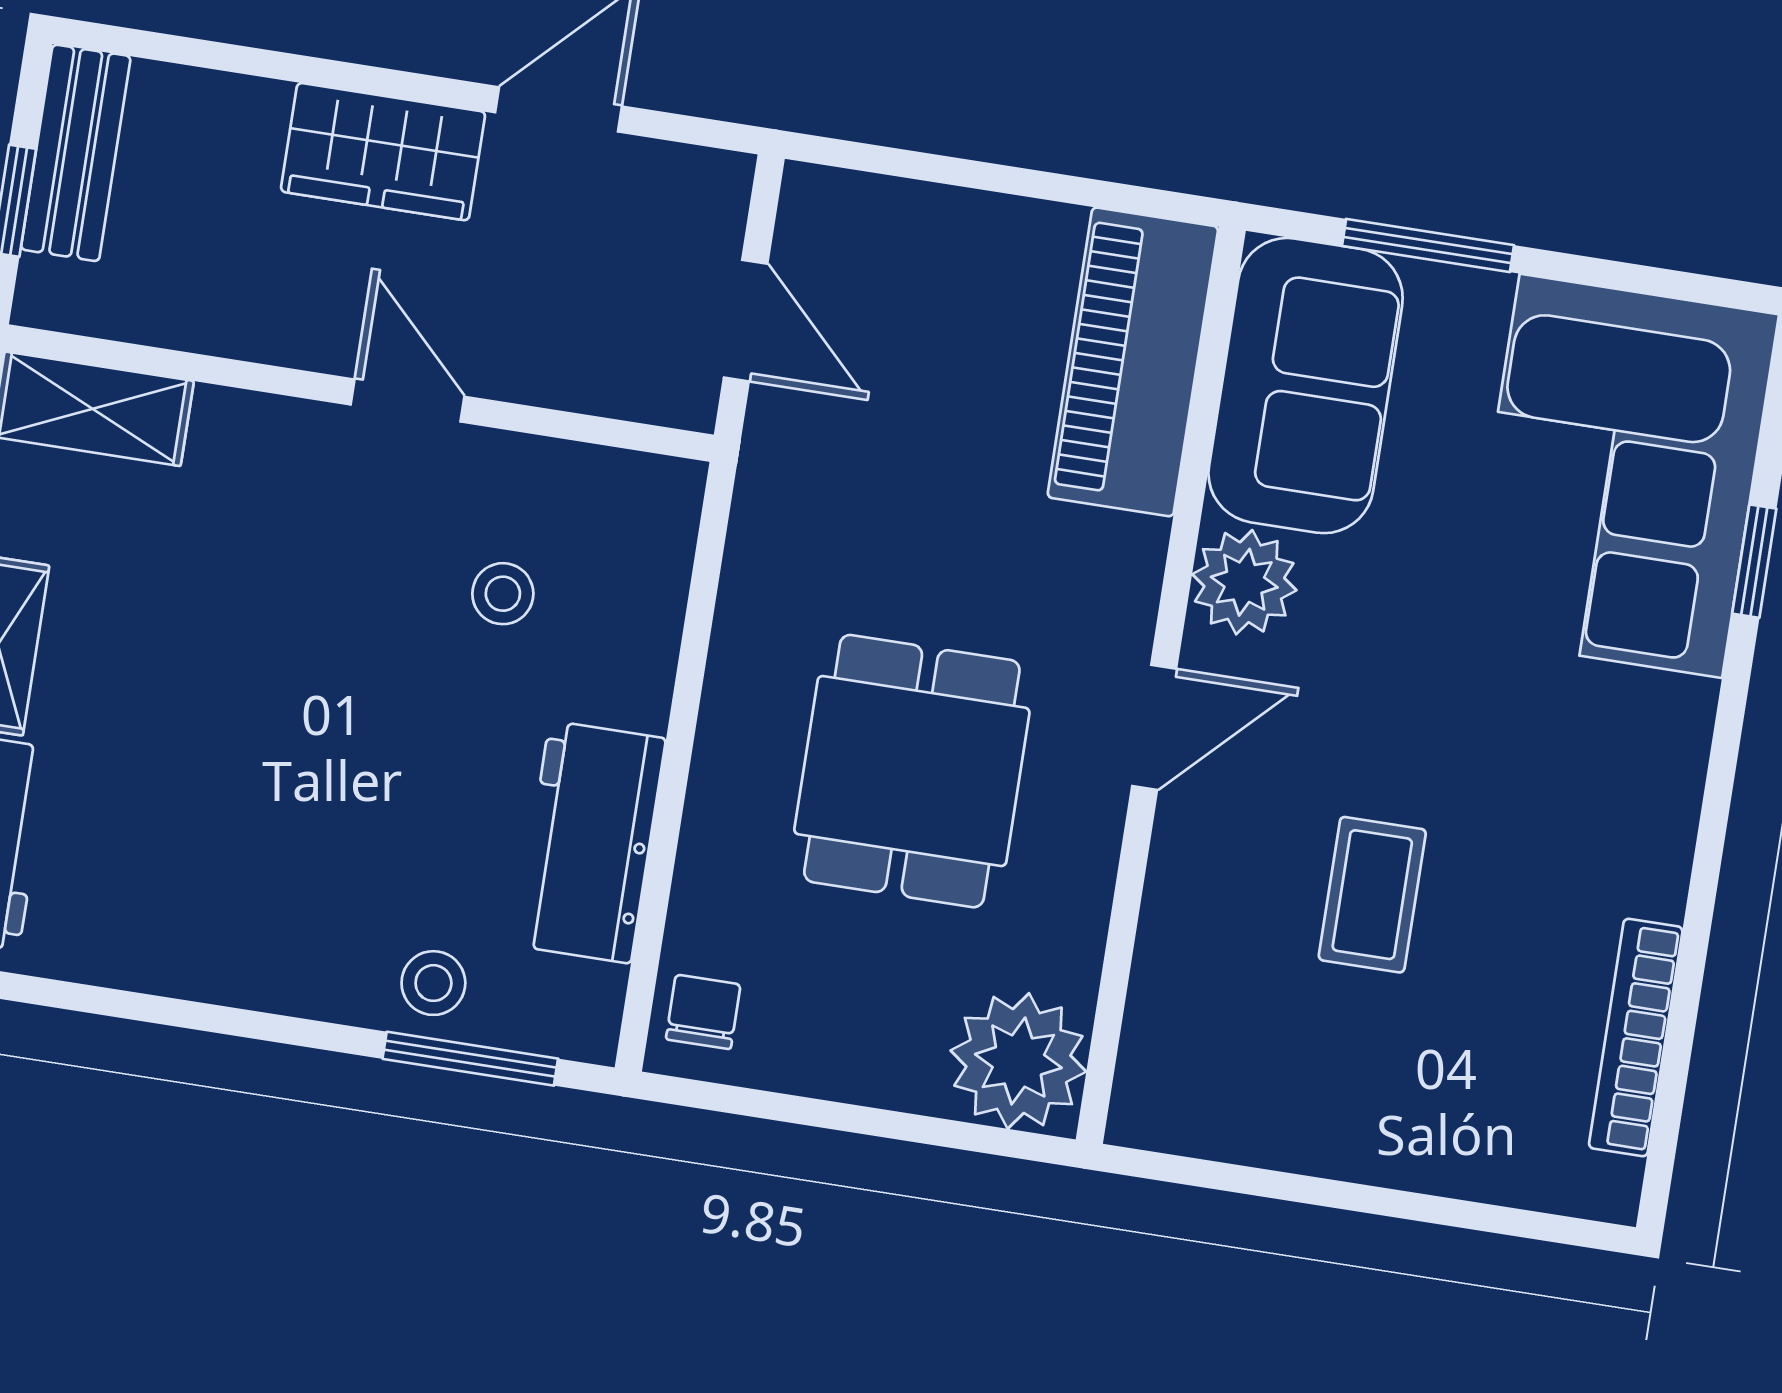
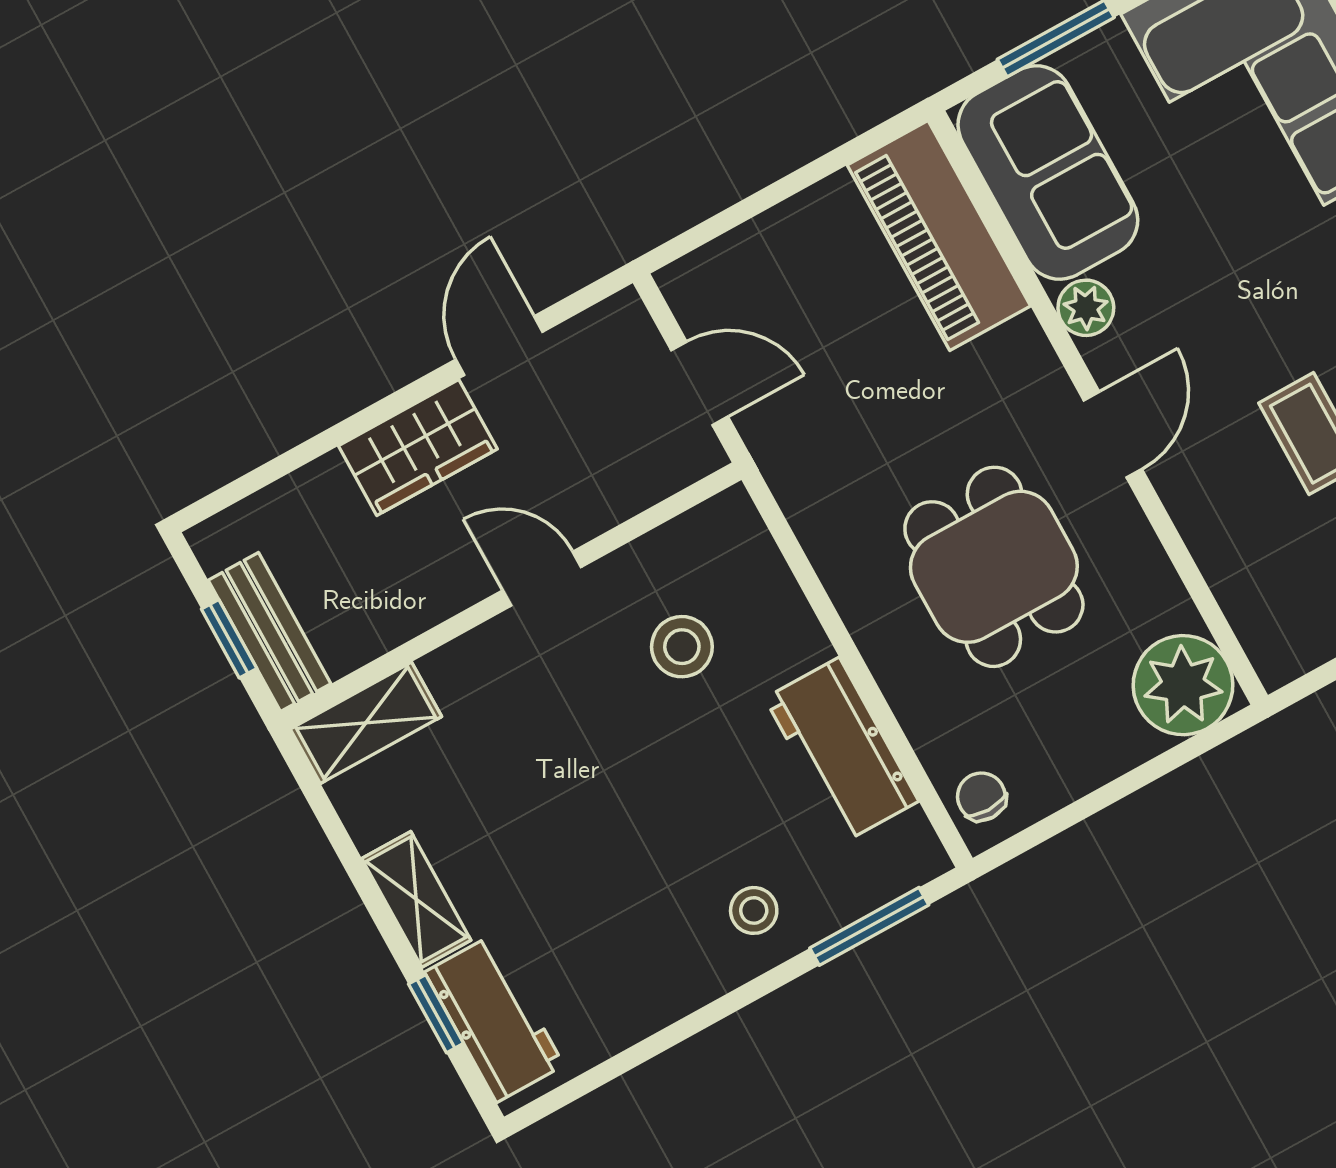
bench: (76, 153) -> (269, 632), moved
plant: (1244, 582) -> (1086, 308), width x0.73, depth x0.73
stool: (503, 594) -> (682, 647), width x1.37, depth x1.37
stool: (433, 983) -> (754, 910), moved

